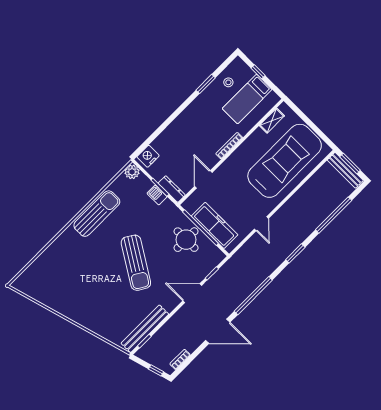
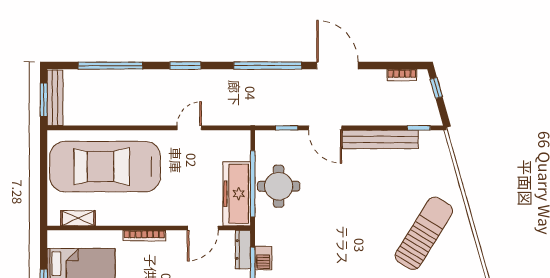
freezer: (215, 225) -> (237, 194), moved
sun lounger: (136, 263) -> (424, 233), moved
bench: (145, 329) -> (380, 139), moved

